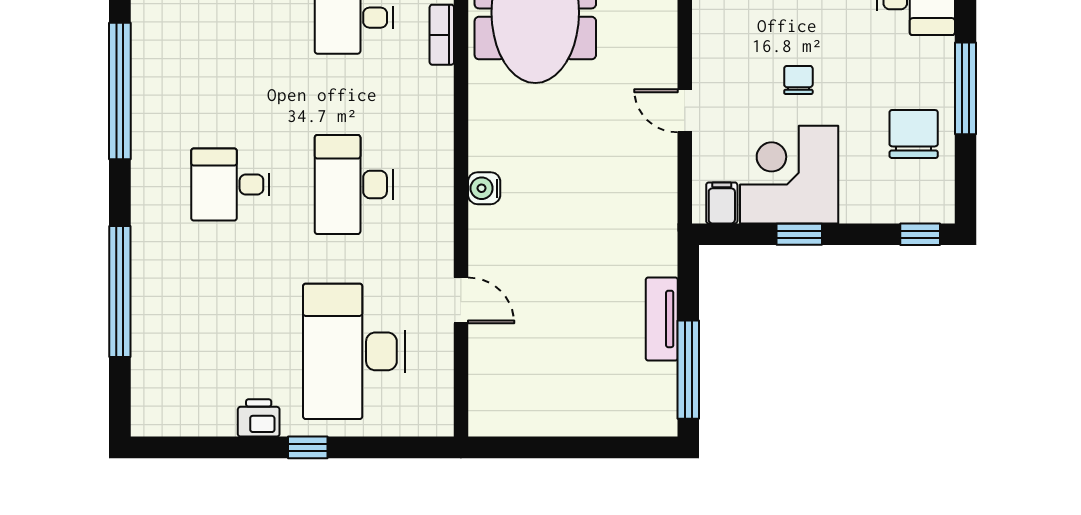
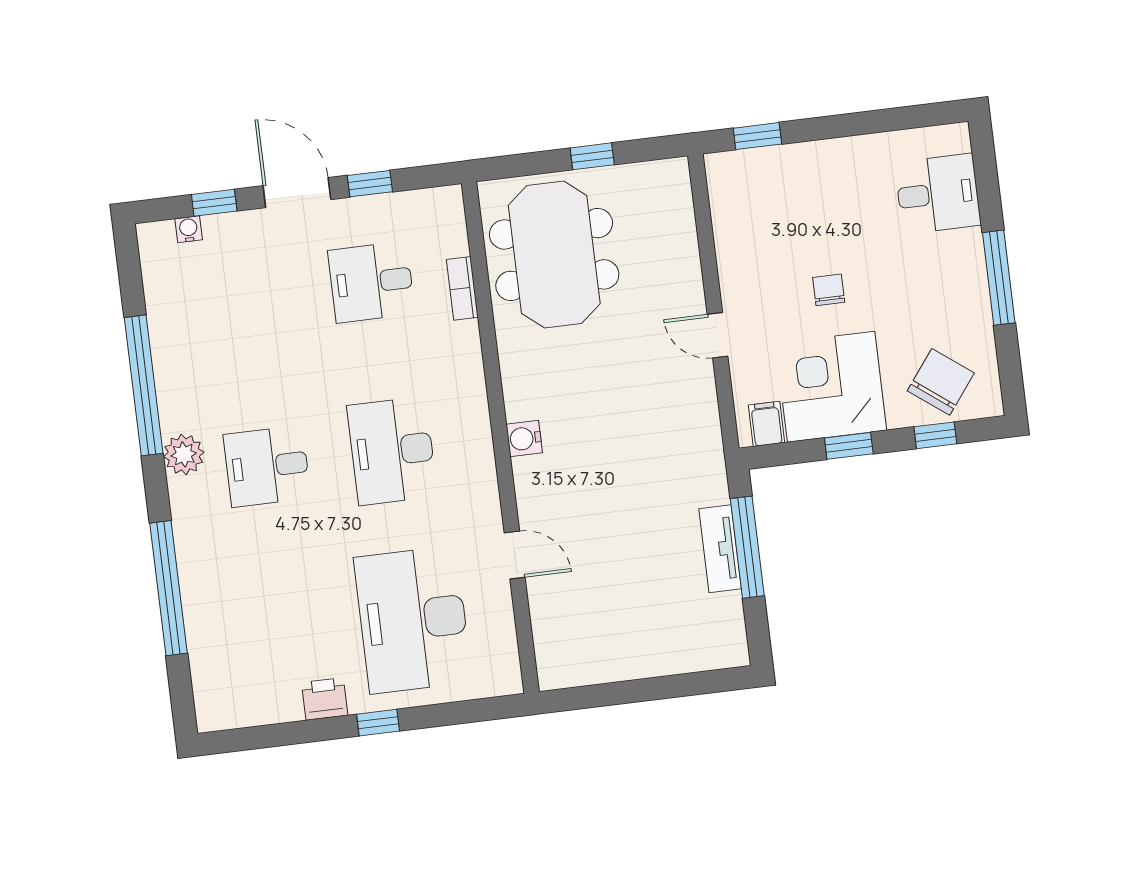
chair: (914, 134) -> (941, 382), moved, turned 37
plant: (151, 163) -> (184, 454), added
window: (920, 234) -> (935, 435), moved
window: (688, 370) -> (747, 547), moved

